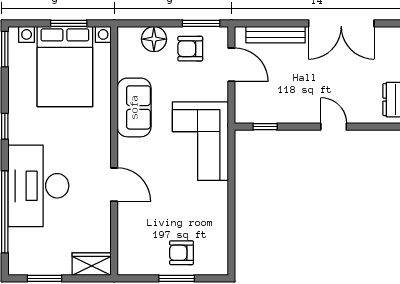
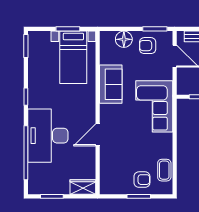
bed with nightstands: (65, 67) -> (73, 57), width x0.73
door: (114, 185) -> (98, 135), swing flipped
coffee table: (216, 238) -> (164, 170), added
armchair: (182, 253) -> (142, 180), turned 180

